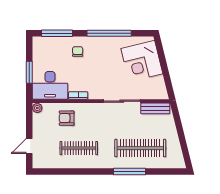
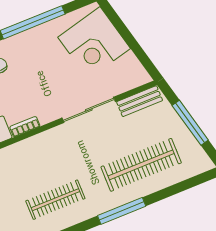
armchair: (67, 118) -> (21, 165), removed
window: (181, 134) -> (190, 123), added
window: (130, 172) -> (122, 211), moved

